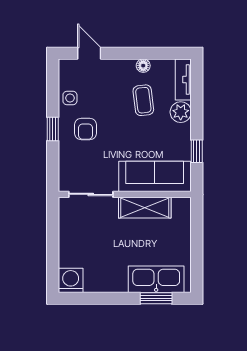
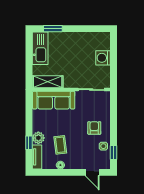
window: (53, 129) -> (113, 153), moved
window: (197, 151) -> (29, 143), moved
shelving: (145, 208) -> (48, 82), moved
kitchen sink: (156, 279) -> (40, 48), moved, turned -90
washing machine: (71, 280) -> (103, 58), moved, turned 90

